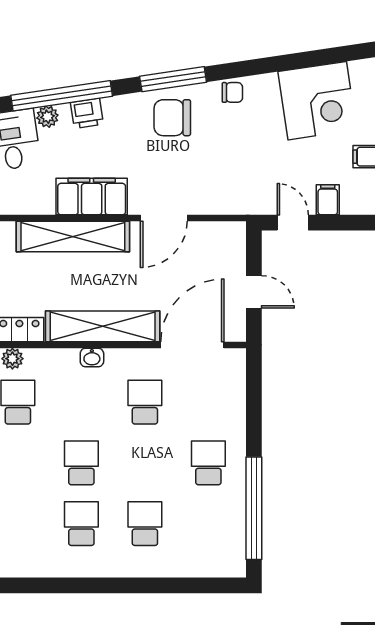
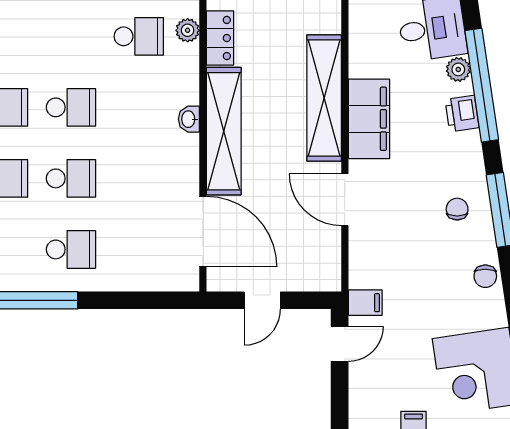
chair: (172, 118) -> (457, 209), width x0.54, depth x0.54
filing cabinet: (328, 200) -> (365, 303), moved
school desk: (145, 402) -> (71, 178), moved

